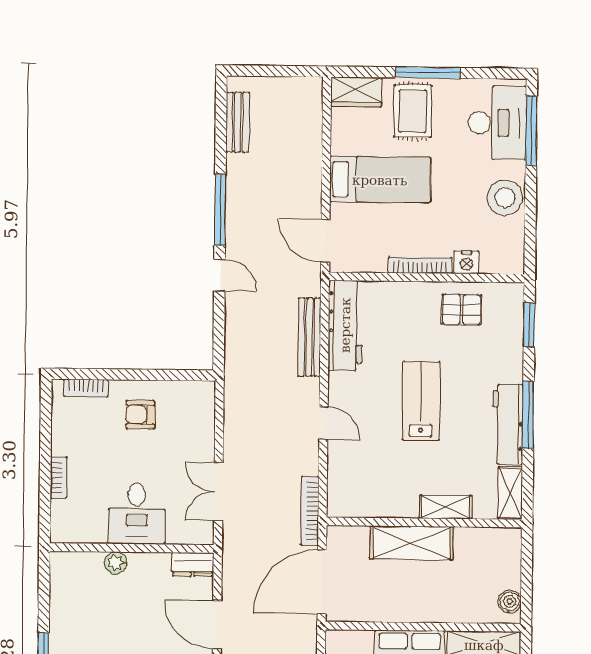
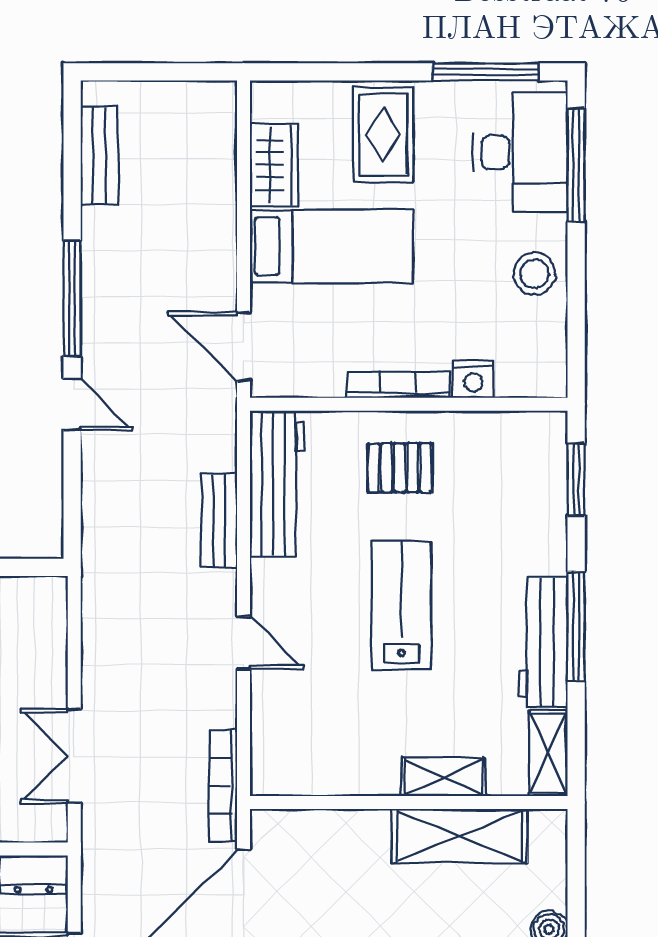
window: (428, 73) -> (486, 72), moved
wardrobe: (356, 92) -> (274, 165), moved, turned -90
stool: (505, 198) -> (534, 274), width x0.73, depth x0.73
pallet: (462, 310) -> (400, 468), moved
bench: (309, 337) -> (219, 520), width x0.73
shelving: (411, 543) -> (460, 836), moved

